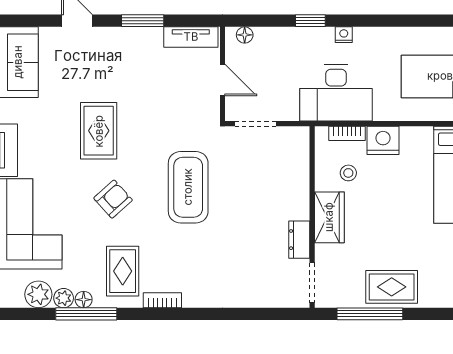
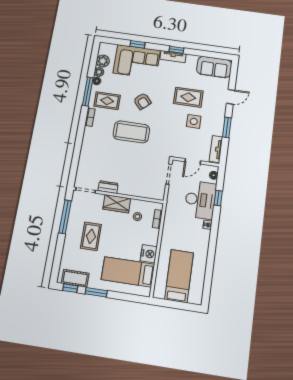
window: (310, 21) -> (218, 198), moved
side table: (140, 89) -> (194, 121), added
desk: (336, 93) -> (200, 200), moved, turned 180
rug: (99, 131) -> (188, 97), moved
nightstand: (383, 140) -> (149, 254), moved
coffee table: (188, 187) -> (131, 132), moved
rug: (392, 287) -> (91, 236), moved
window: (86, 314) -> (88, 92), moved

